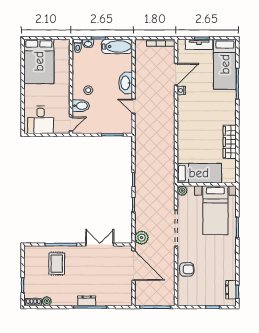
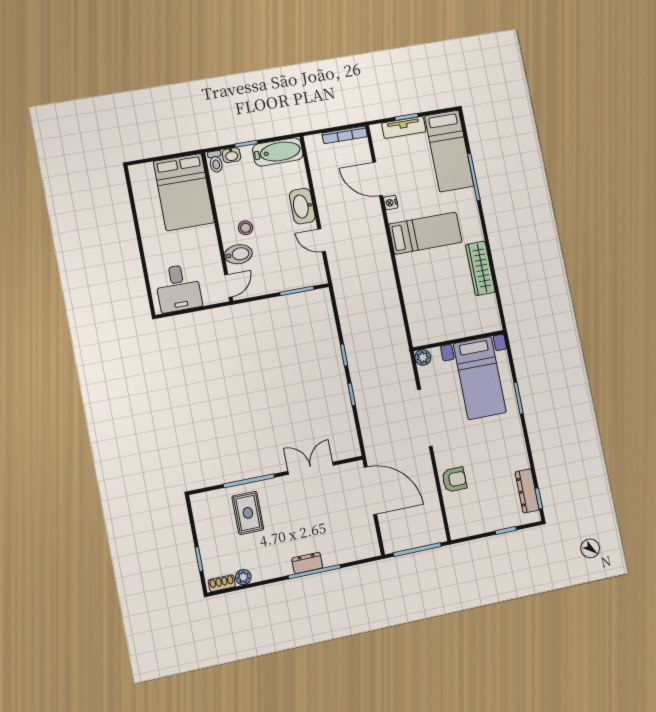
bed: (39, 61) -> (184, 192), moved
door: (176, 74) -> (378, 179), swing flipped
bed: (199, 173) -> (425, 233), moved
plant: (142, 238) -> (374, 444), removed
dresser: (231, 290) -> (527, 491), width x1.44

